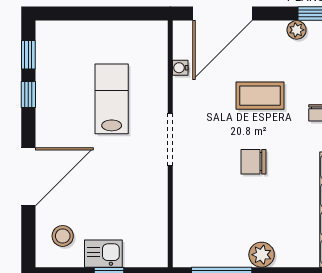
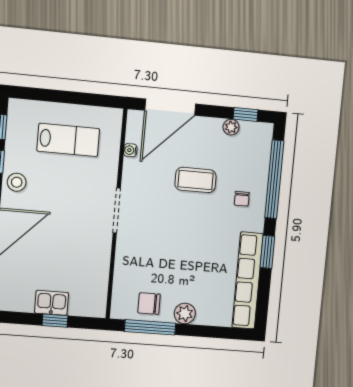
lab bench: (112, 99) -> (68, 140), moved, turned 90
chair: (253, 162) -> (149, 304), moved
stool: (63, 236) -> (17, 182), moved

